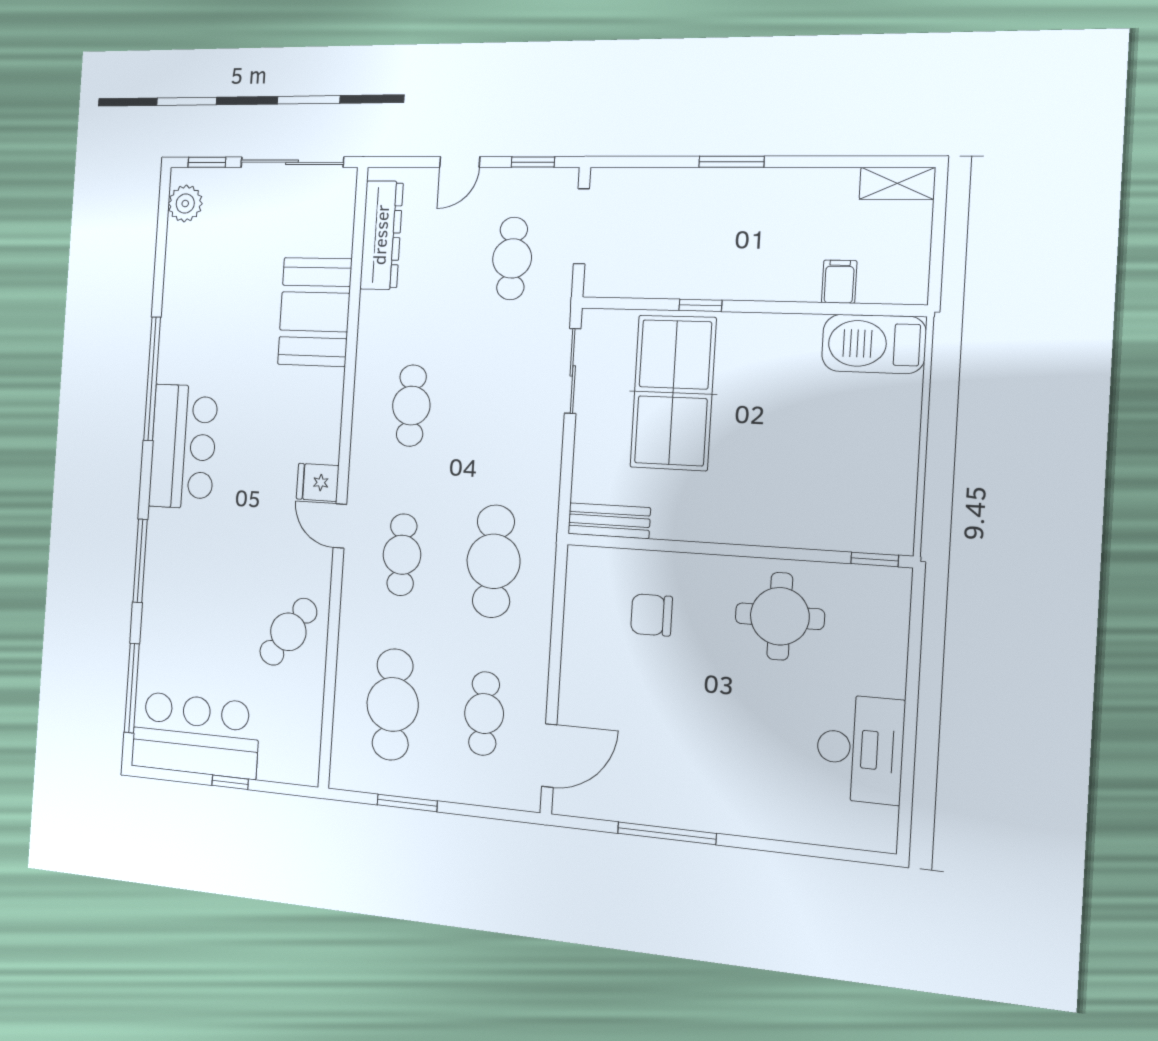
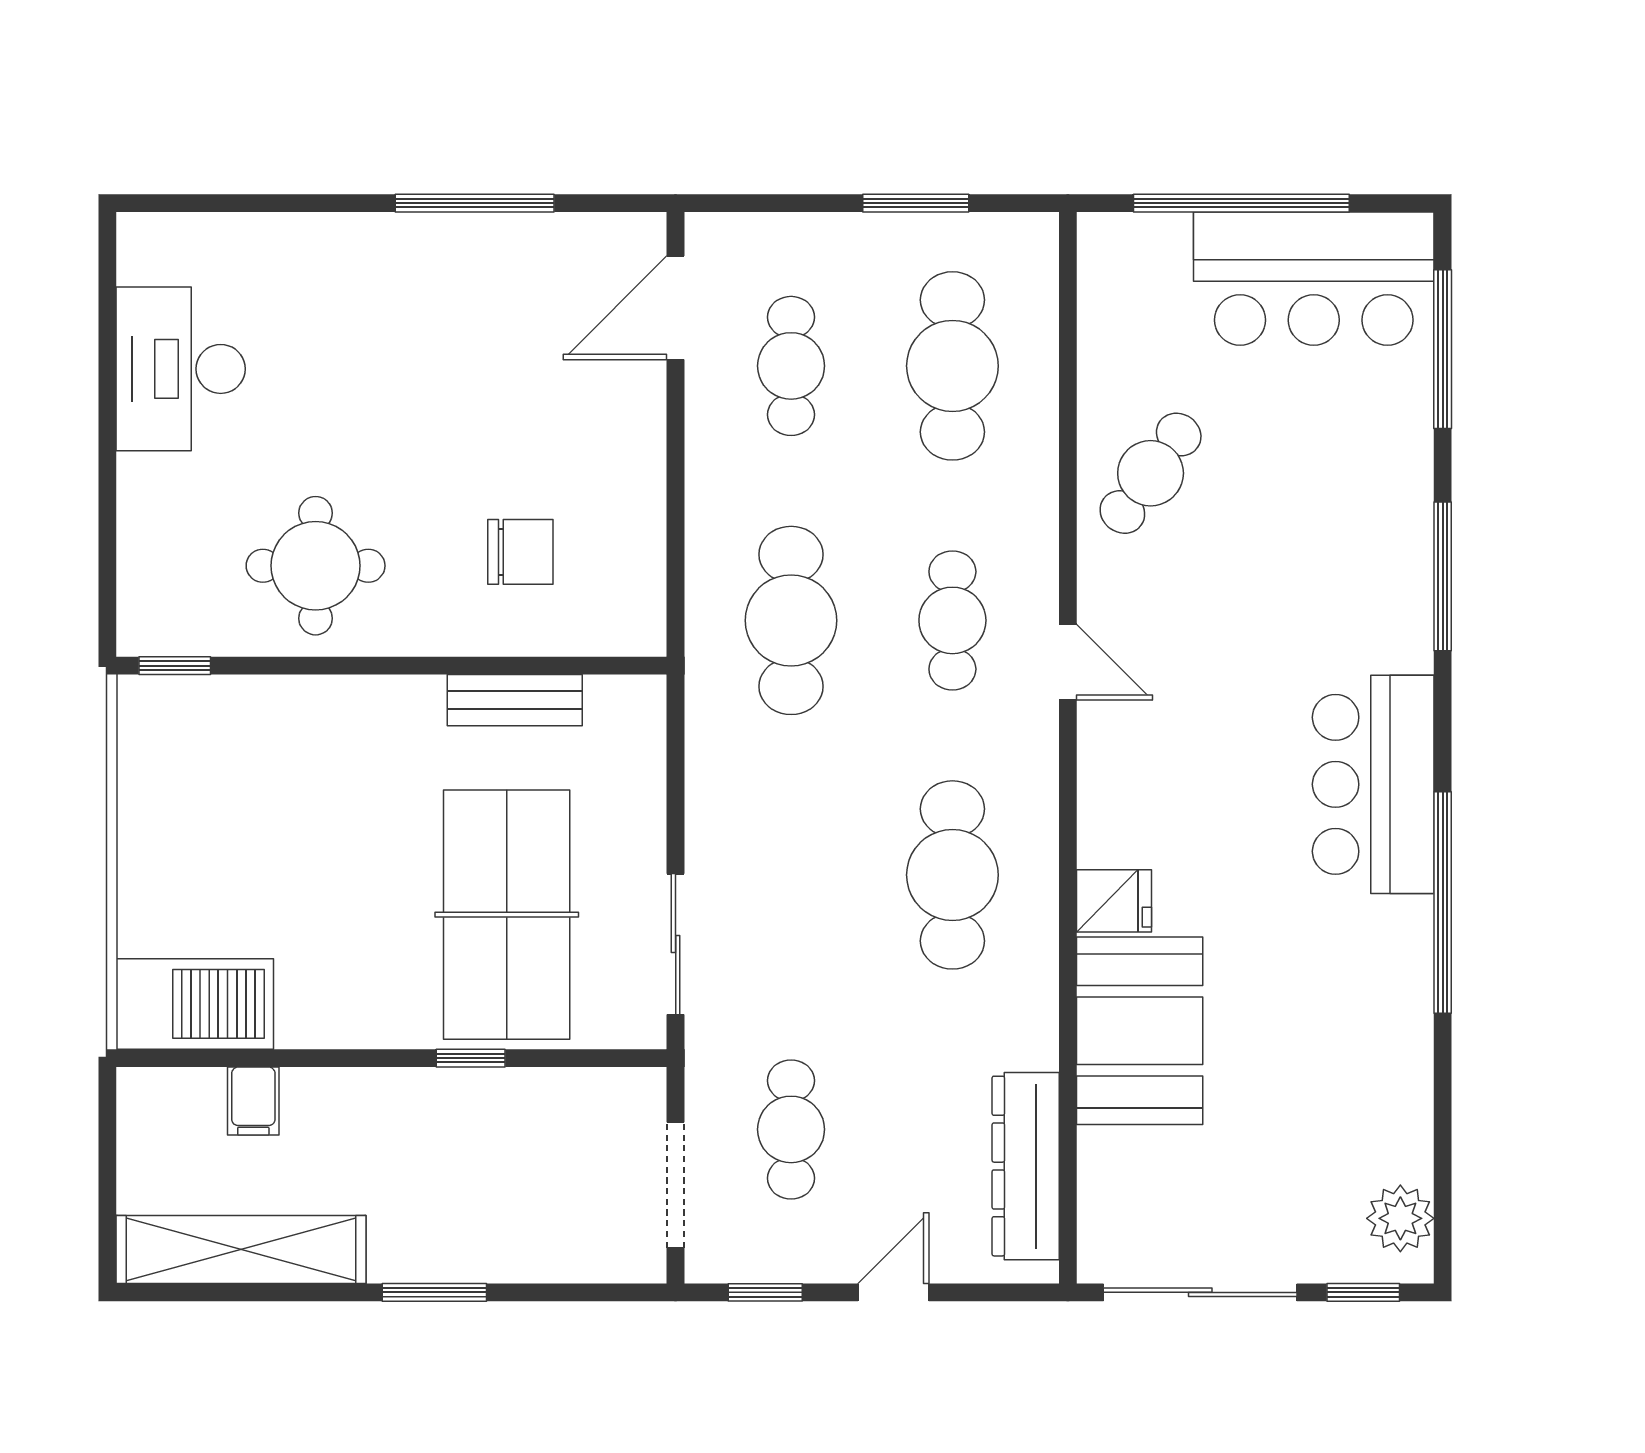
shelving: (897, 183) -> (241, 1250), width x2.20, depth x1.33
cafe table: (411, 406) -> (952, 875), width x1.37, depth x1.35
fridge: (318, 482) -> (1114, 901), moved
bench: (609, 521) -> (515, 700), moved
window: (230, 782) -> (1241, 203), width x3.17

